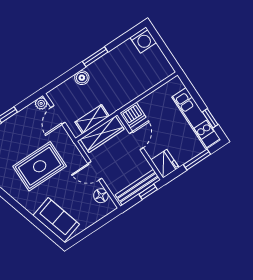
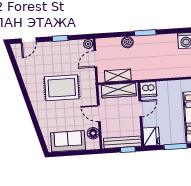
sofa: (56, 220) -> (68, 141), moved, turned -74

